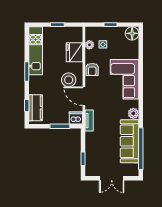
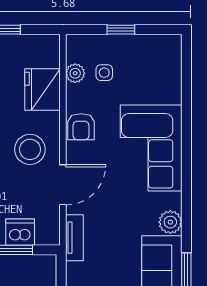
floor lamp: (132, 33) -> (167, 49), removed
door: (84, 96) -> (63, 185), swing flipped
dishwasher: (76, 118) -> (20, 232), moved

